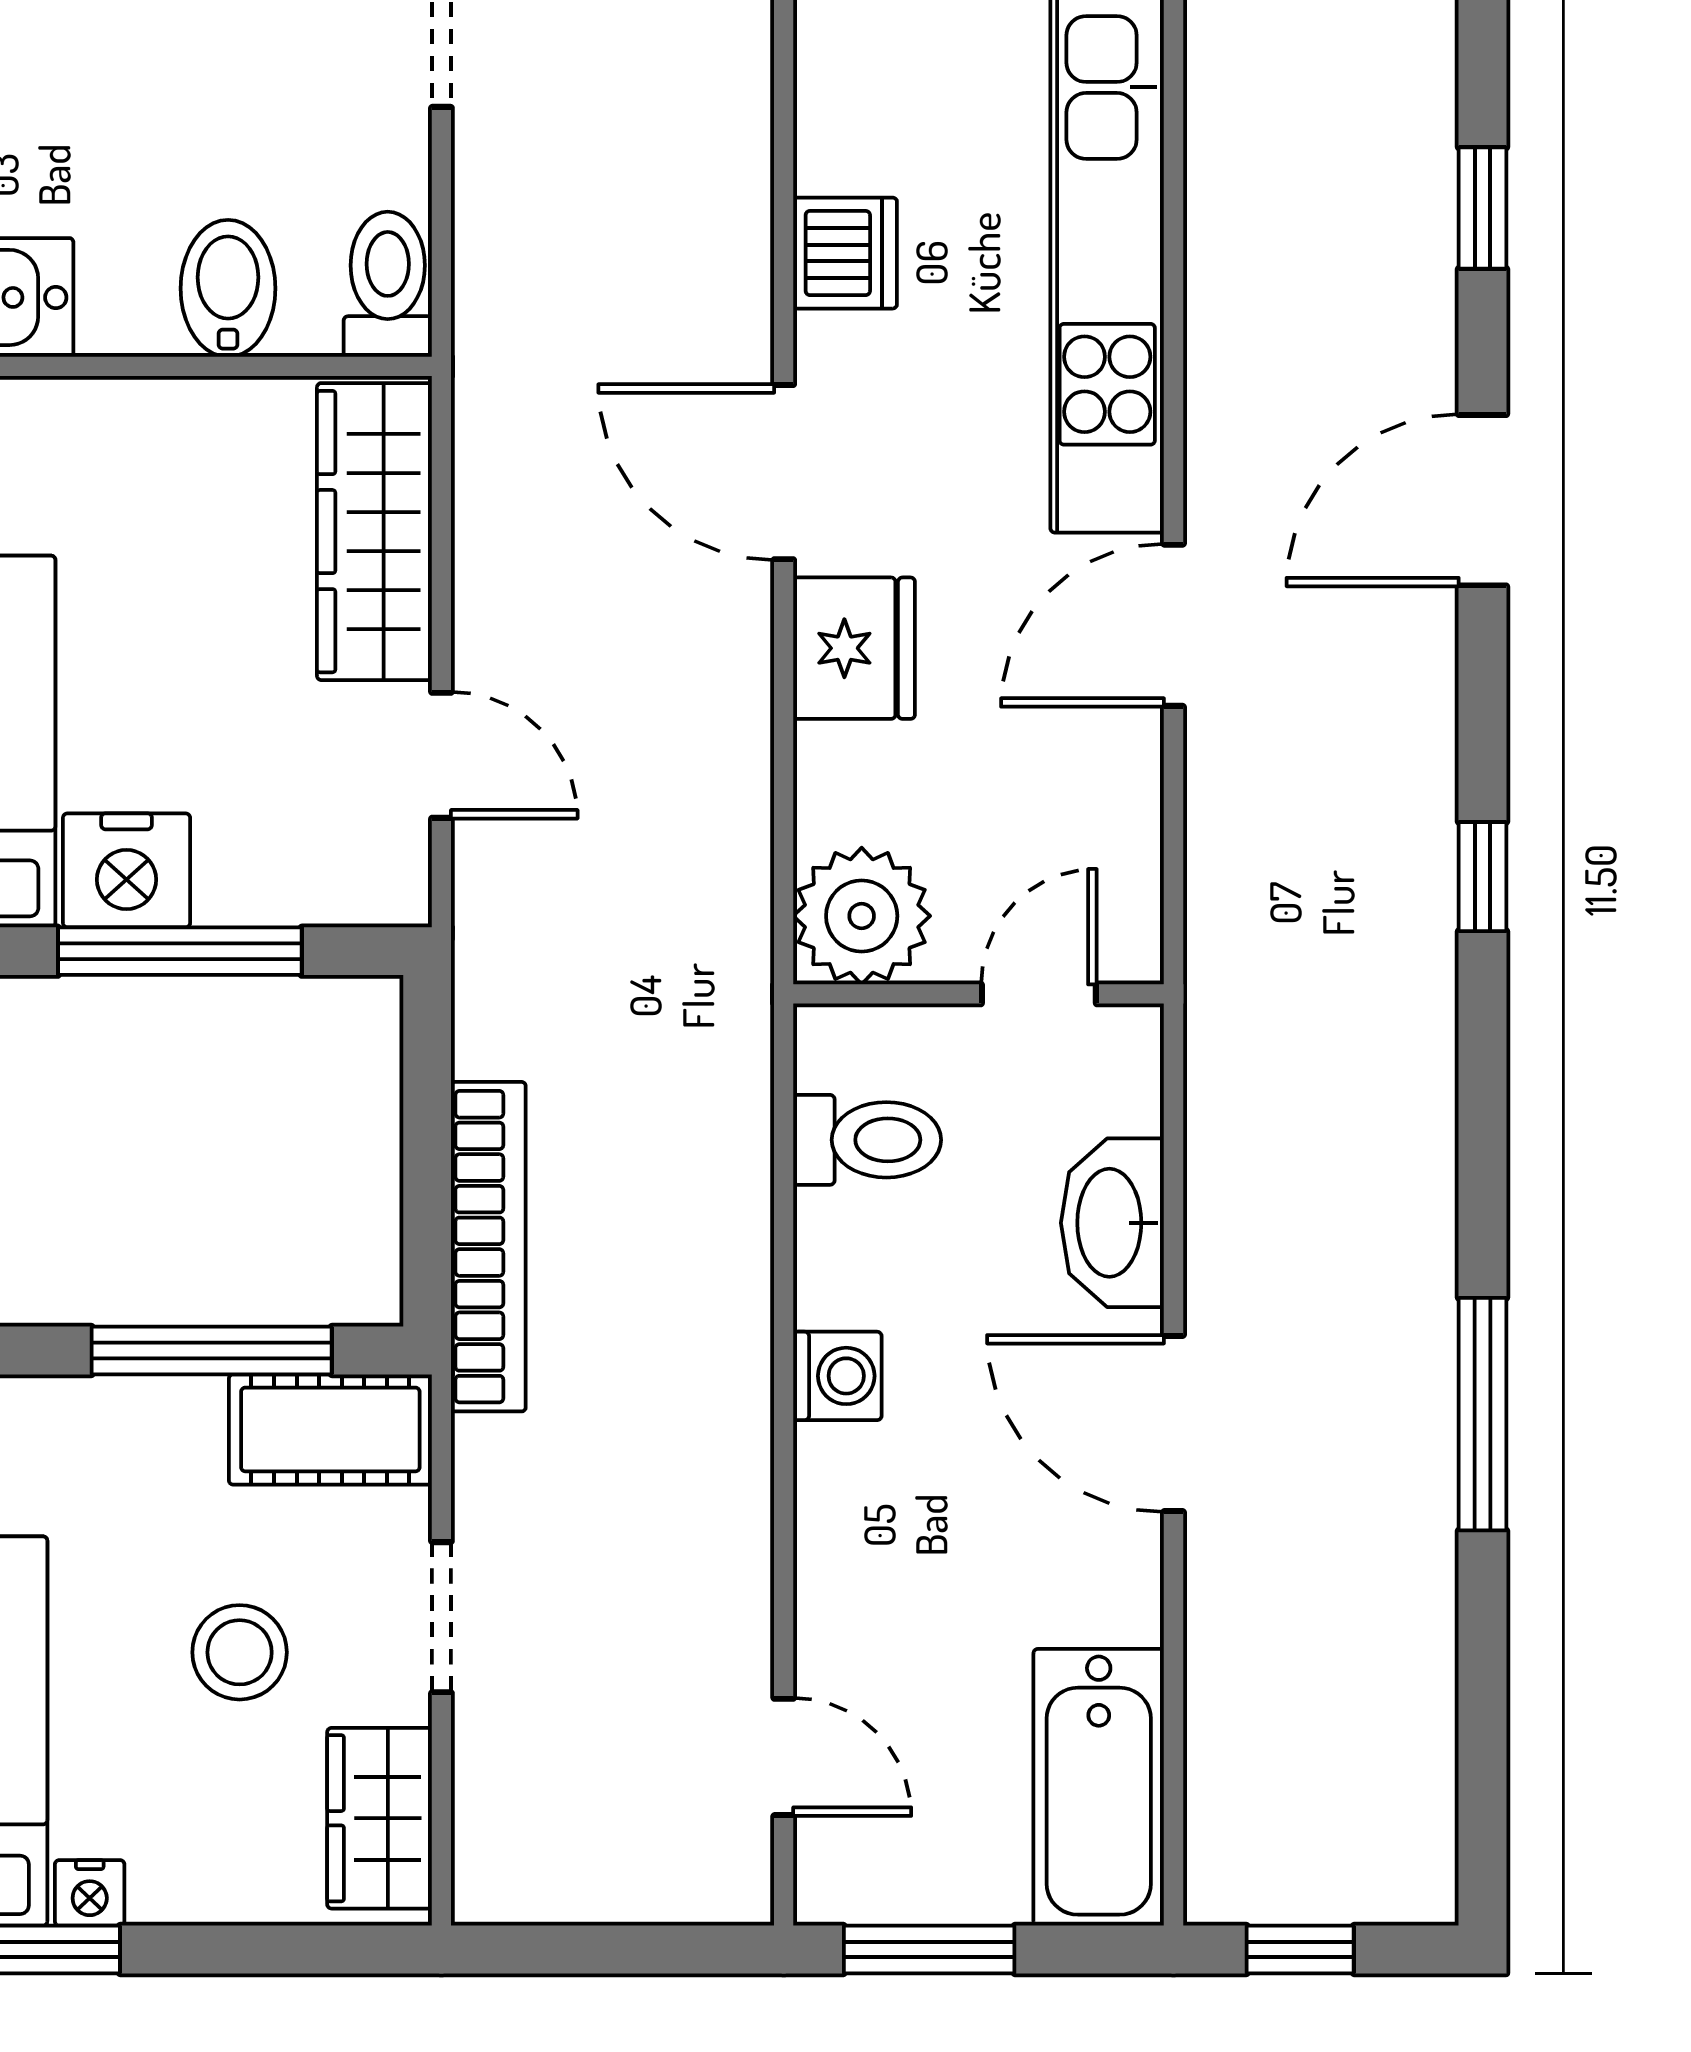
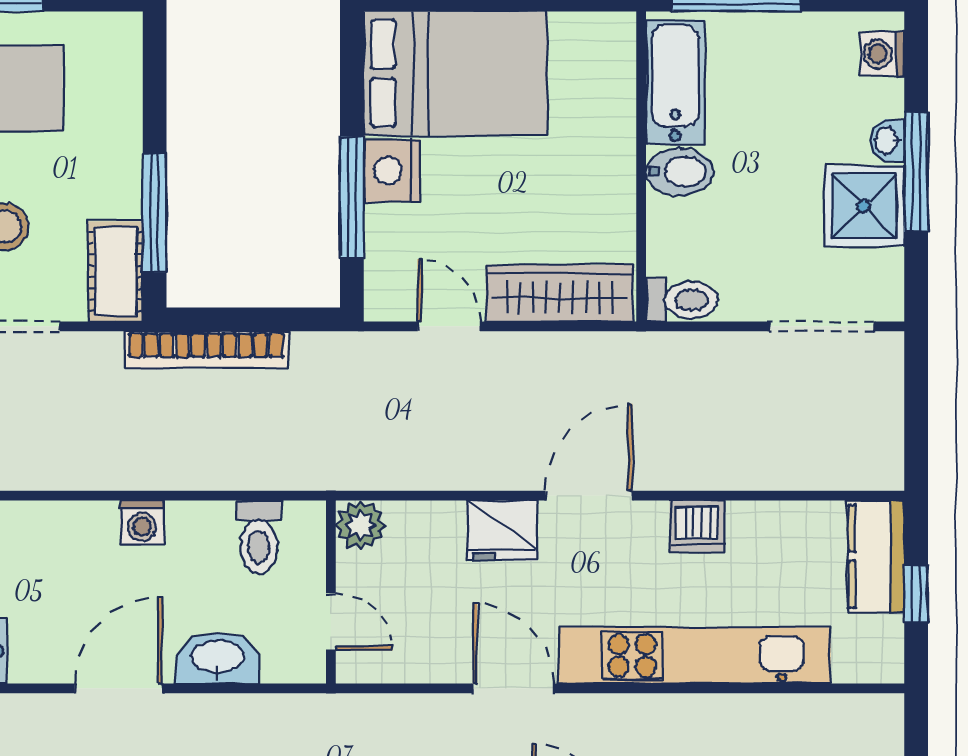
bidet: (228, 288) -> (680, 172), moved
door: (441, 755) -> (449, 326), swing flipped
plant: (862, 916) -> (360, 525), width x0.73, depth x0.73

